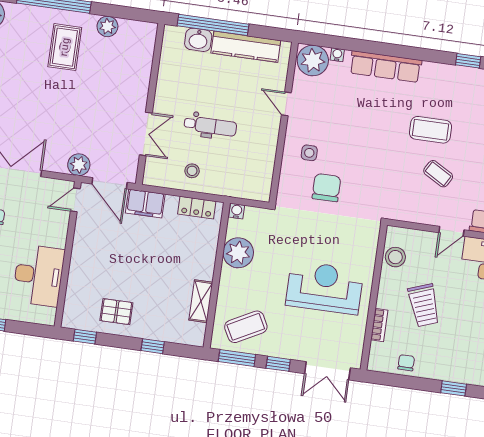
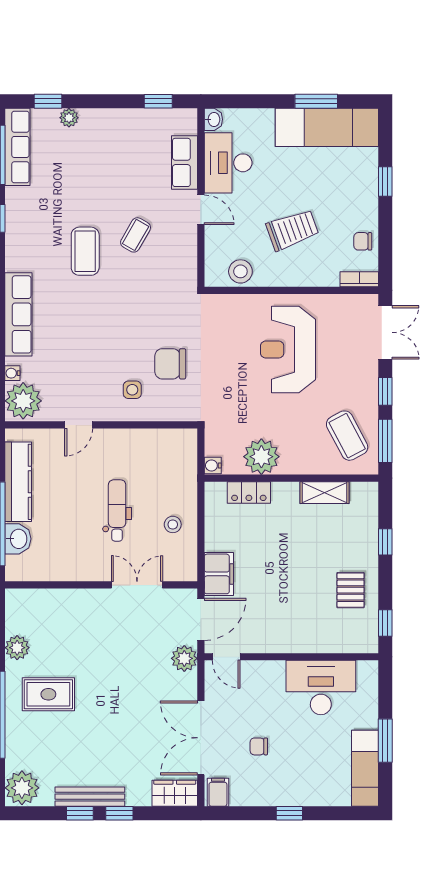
locker: (197, 208) -> (249, 492), moved, turned 90
bookcase: (379, 325) -> (359, 279), moved

